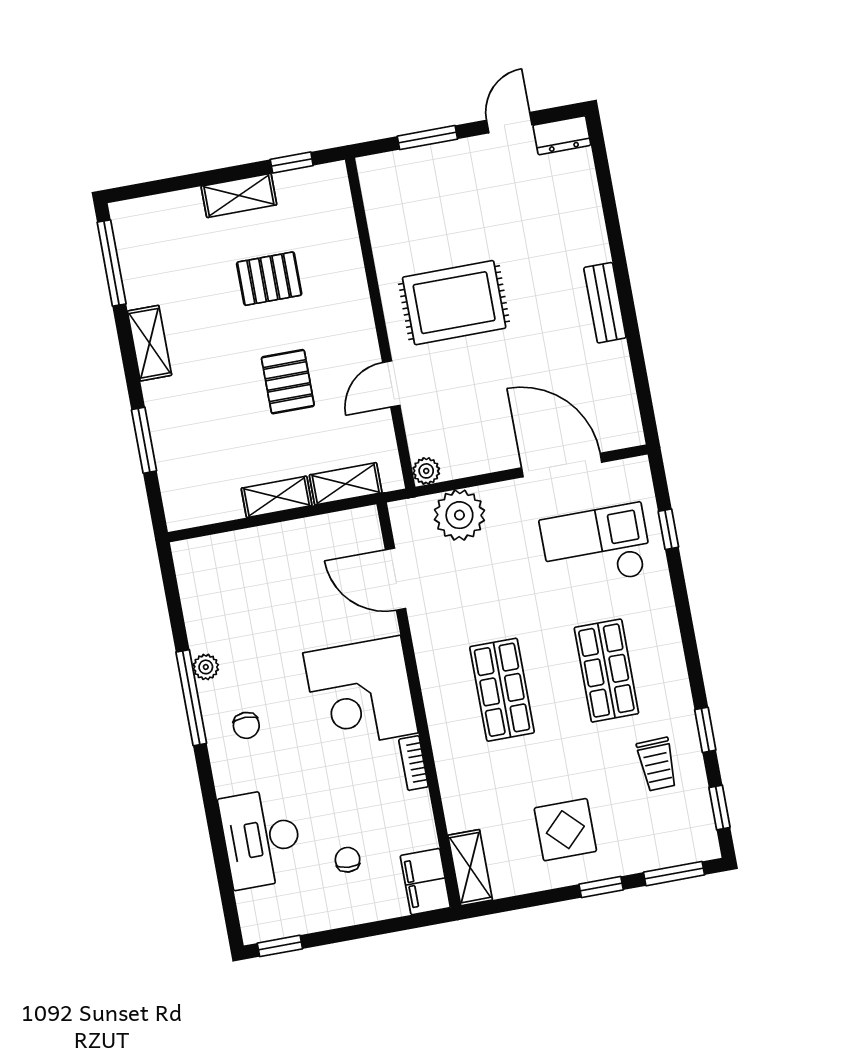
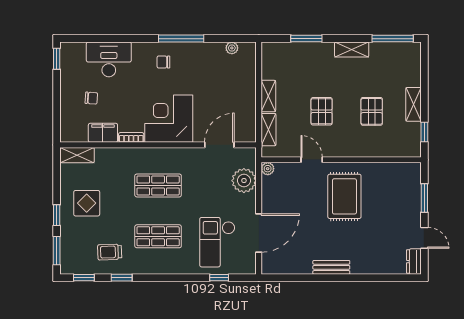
pallet: (288, 382) -> (322, 111), turned 90
checkout: (596, 547) -> (217, 242), turned 180
plant: (206, 667) -> (232, 48), moved
filing cabinet: (425, 882) -> (103, 133), moved

